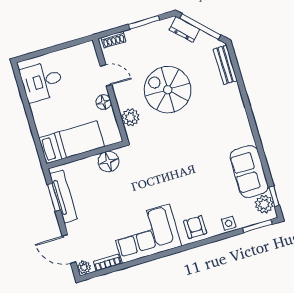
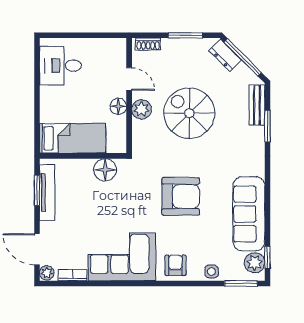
window: (240, 81) -> (267, 126), added
plant: (130, 117) -> (142, 109), moved
armchair: (182, 165) -> (181, 196), added
sofa: (249, 171) -> (249, 214), width x1.36

